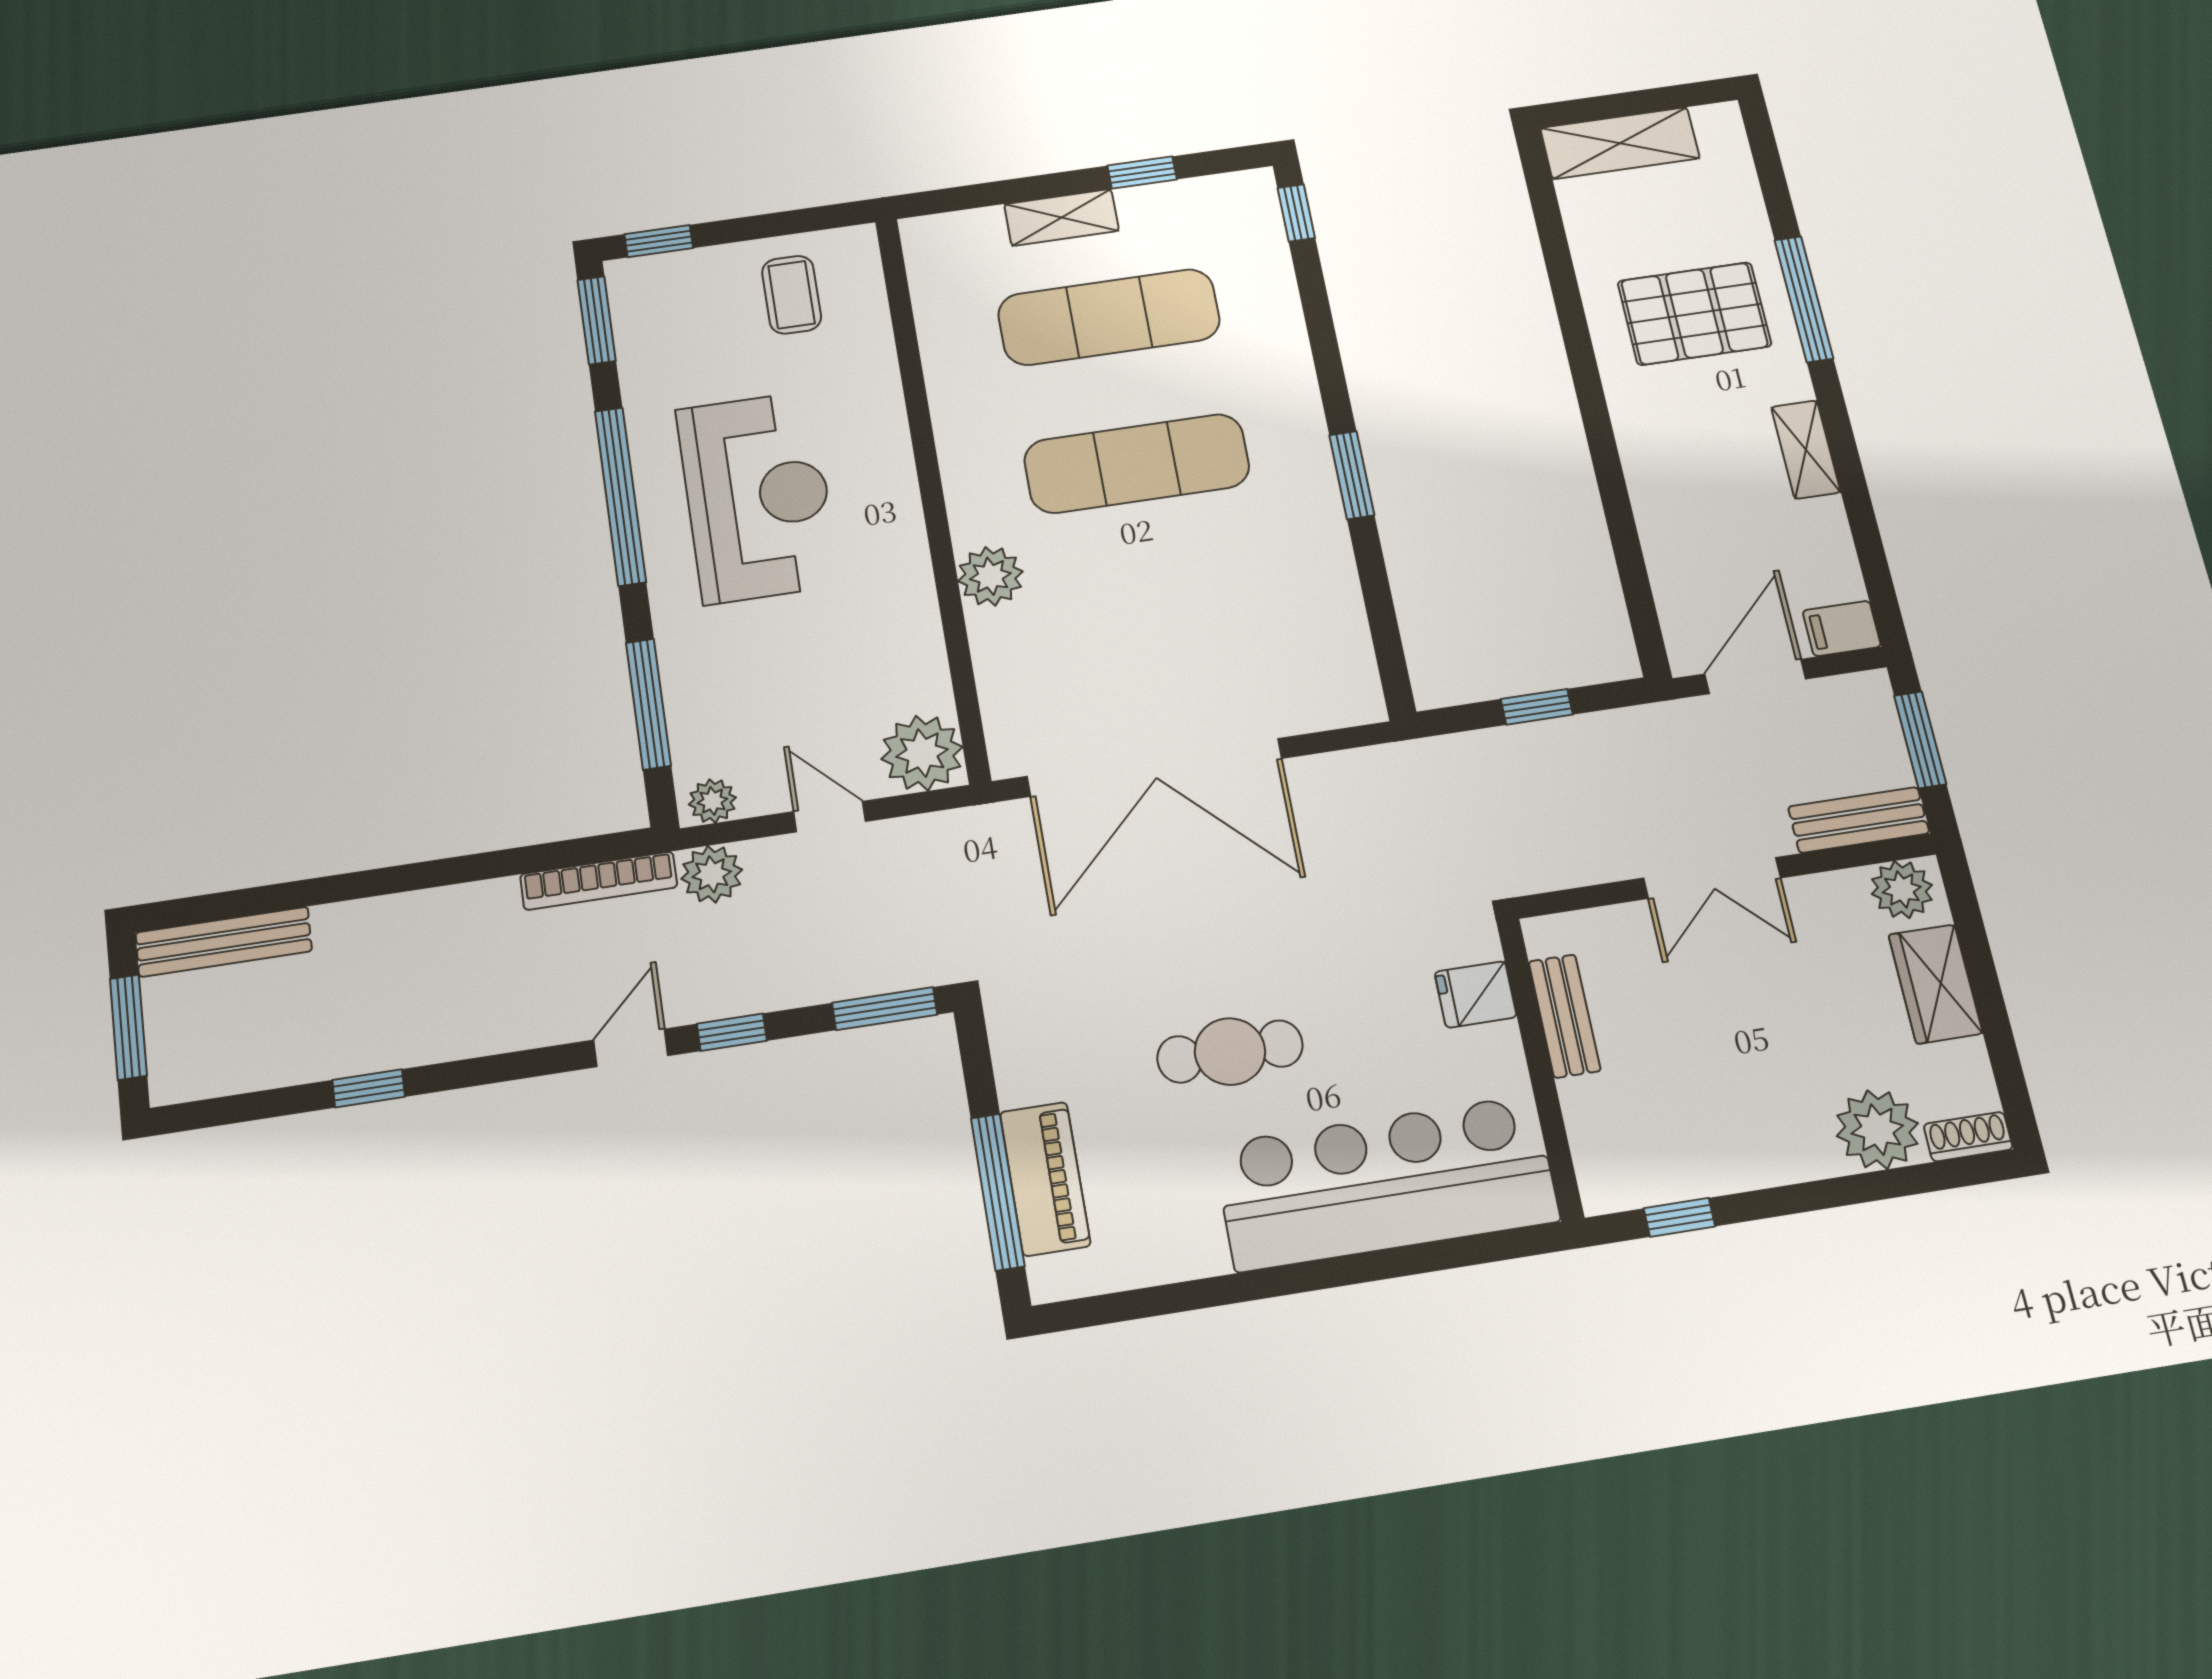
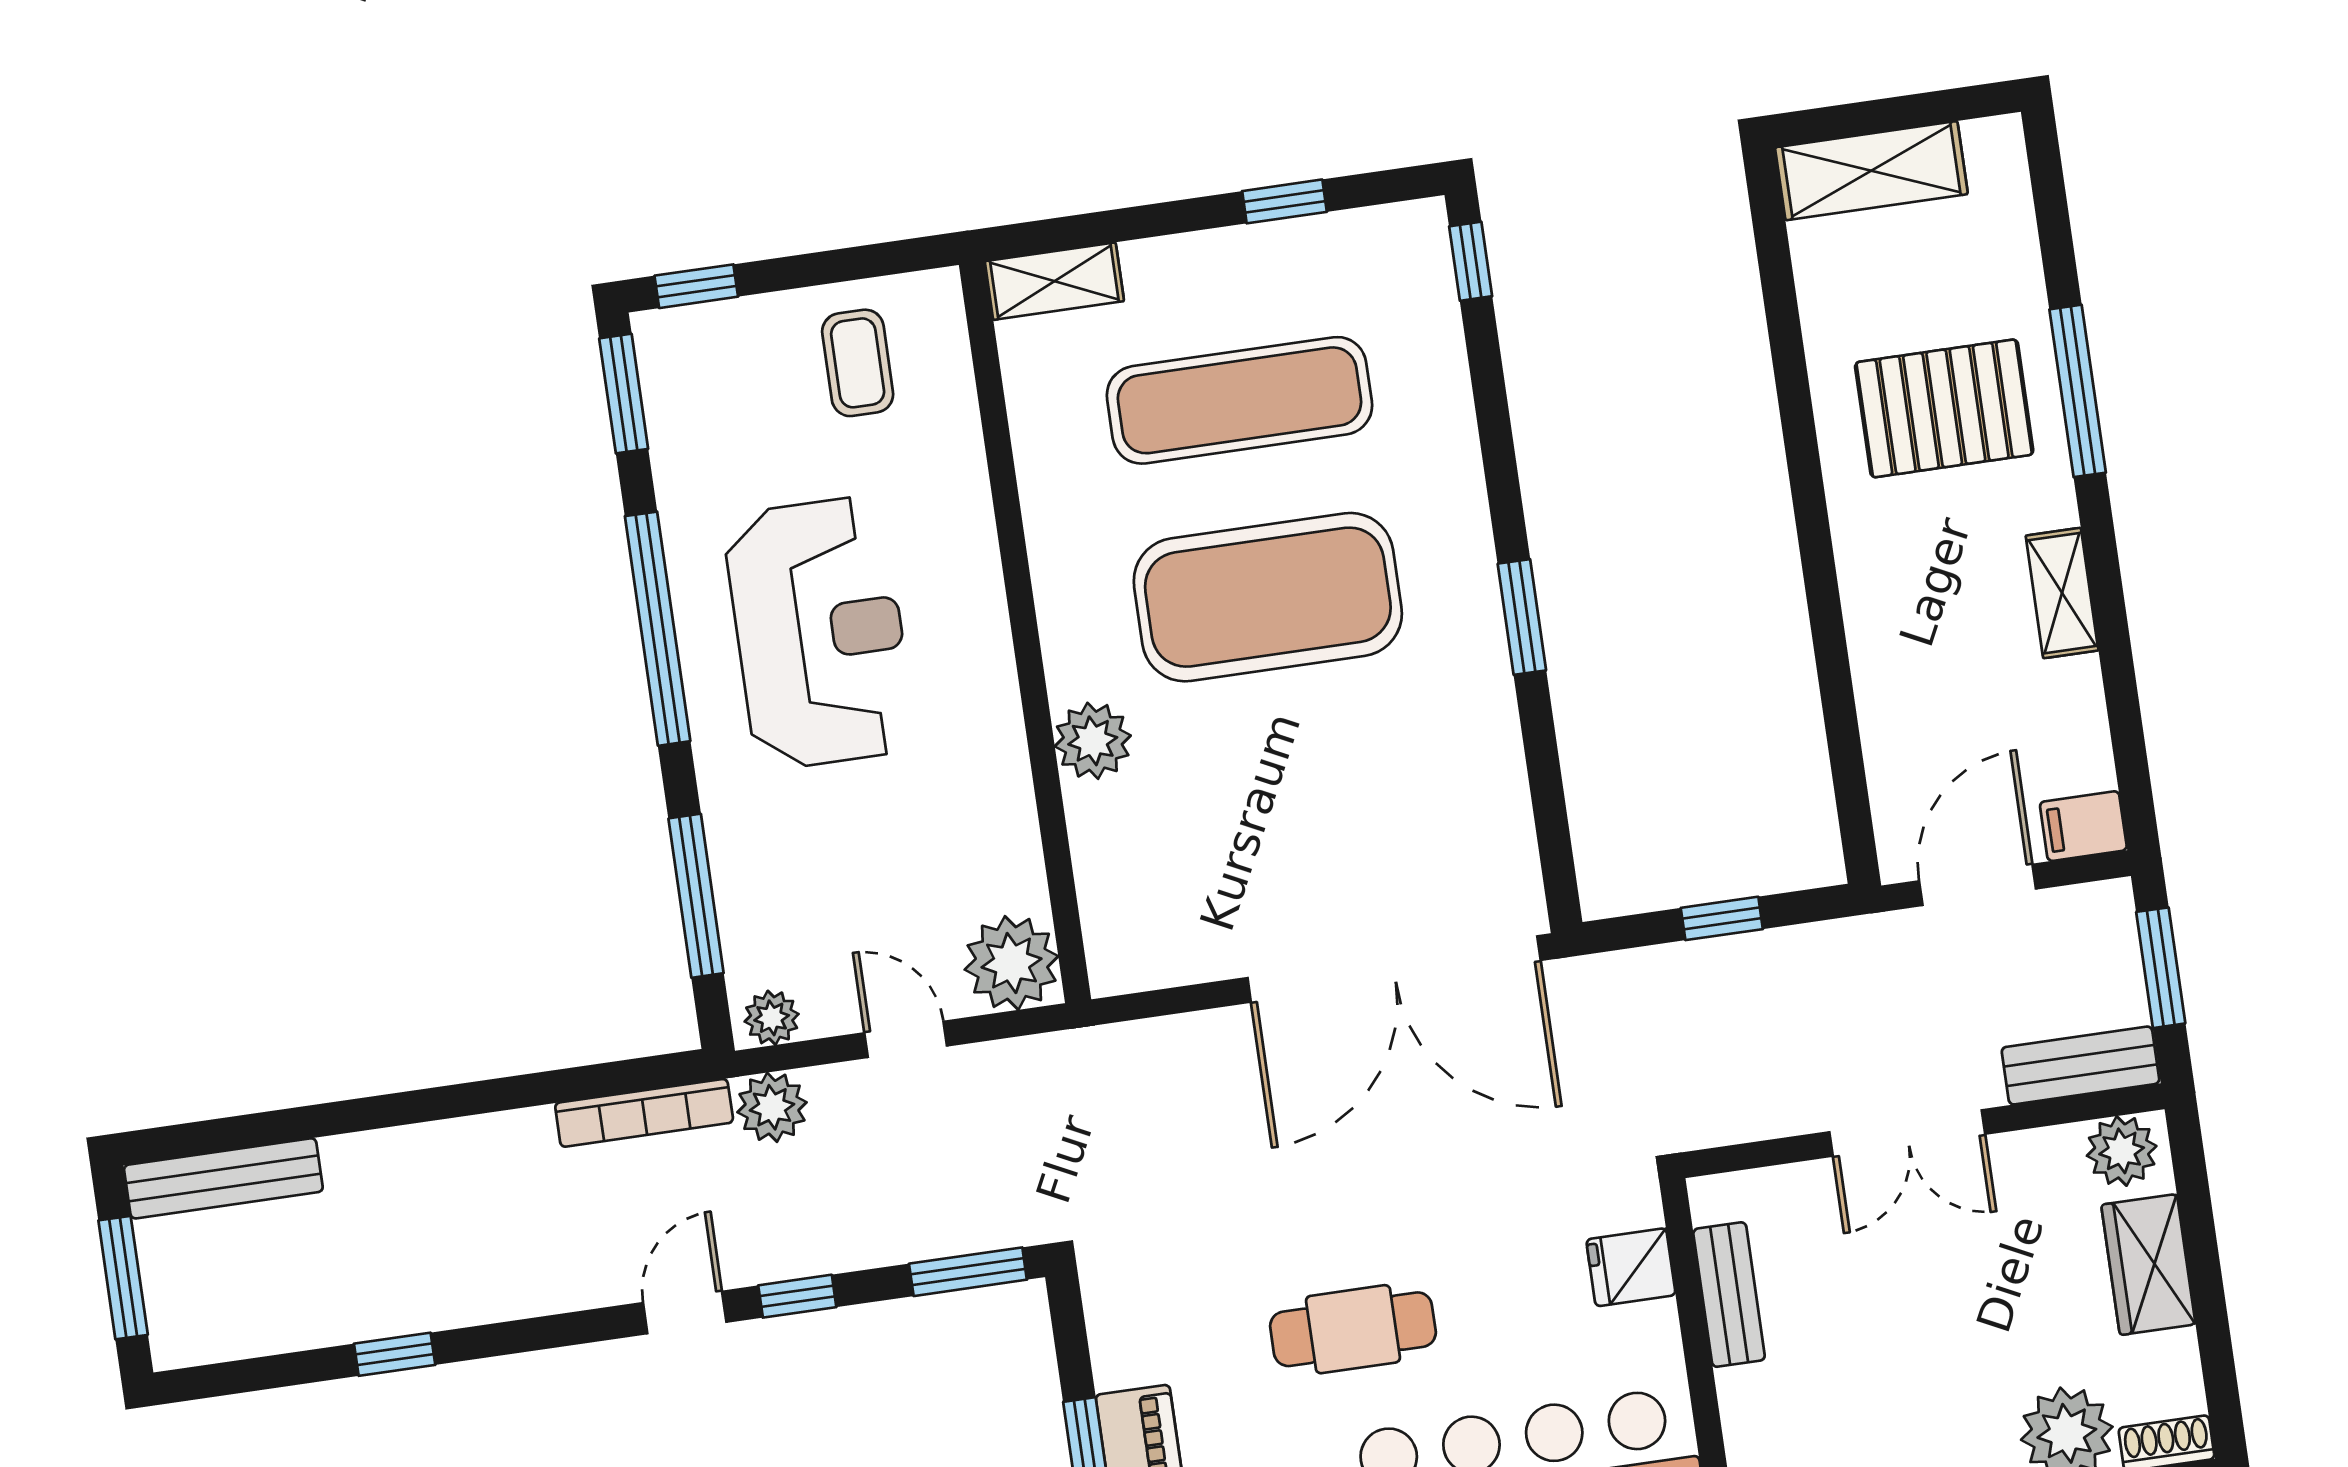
shelving: (1062, 217) -> (1054, 281), moved
exercise mat: (1137, 464) -> (1268, 597), width x1.47
double door: (1154, 767) -> (1394, 969), moved

